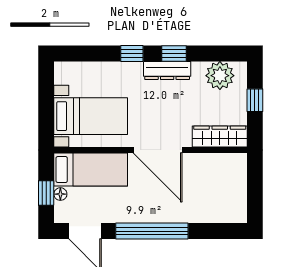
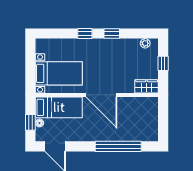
dresser: (167, 70) -> (107, 44), removed
plant: (220, 76) -> (145, 43), width x0.53, depth x0.53
wardrobe: (220, 137) -> (147, 86), width x0.67
window: (152, 231) -> (118, 146), moved

